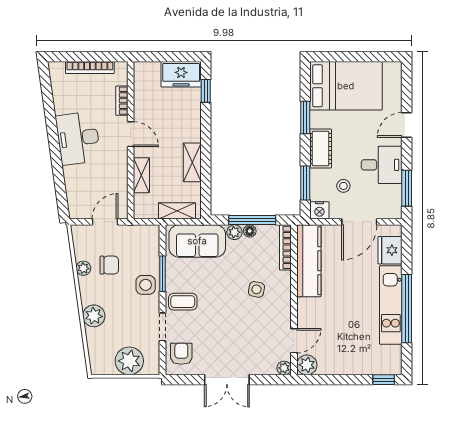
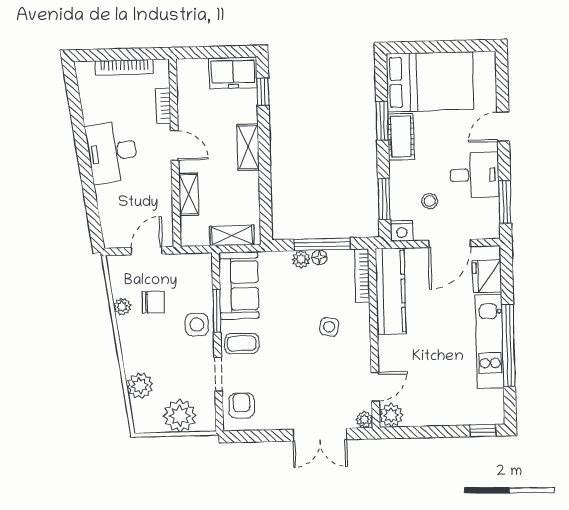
cot: (321, 149) -> (401, 137), moved
shelving: (192, 162) -> (248, 147), moved
sofa: (197, 241) -> (239, 285), moved, turned -90
plant: (94, 316) -> (140, 386), moved
double door: (227, 380) -> (320, 435), moved

